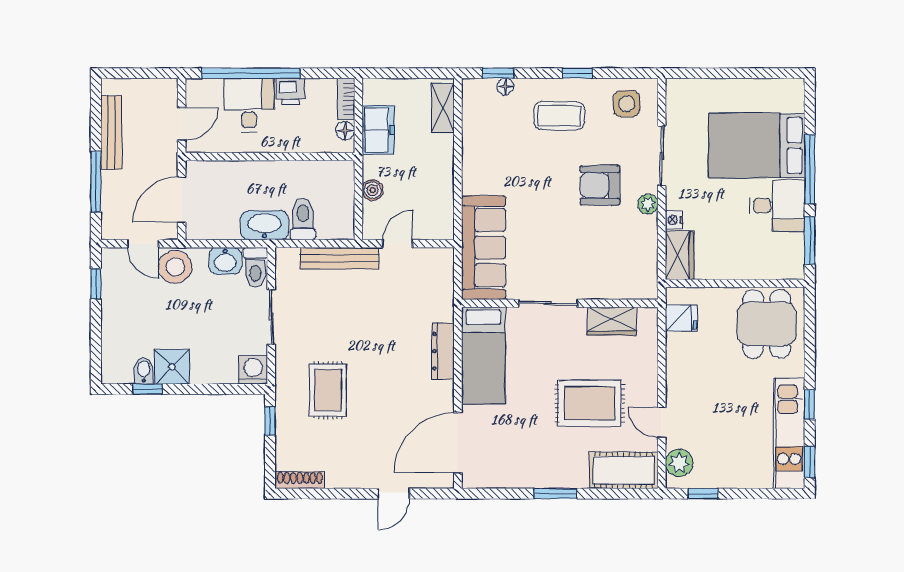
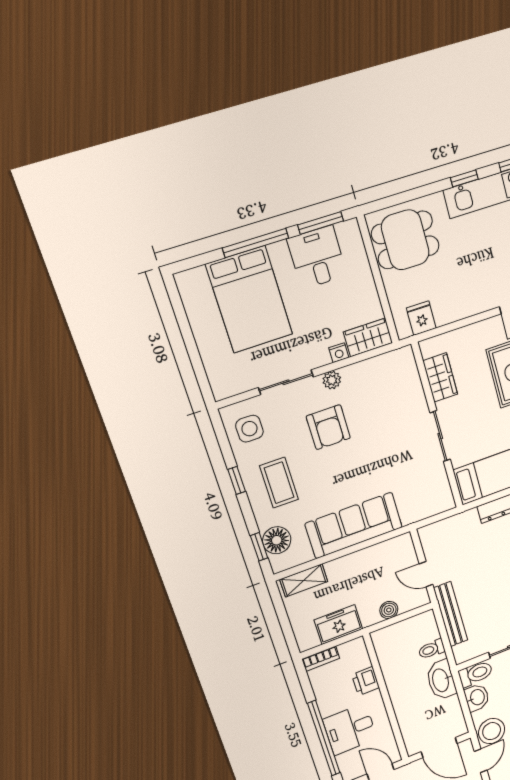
floor lamp: (505, 86) -> (277, 540), width x1.89, depth x1.89
printer: (291, 91) -> (366, 681), moved, turned 180
floor lamp: (345, 131) -> (347, 649), removed
desk: (777, 206) -> (317, 257), moved
toilet: (303, 219) -> (432, 649), width x0.73, depth x0.72
sofa: (484, 248) -> (354, 525), moved

